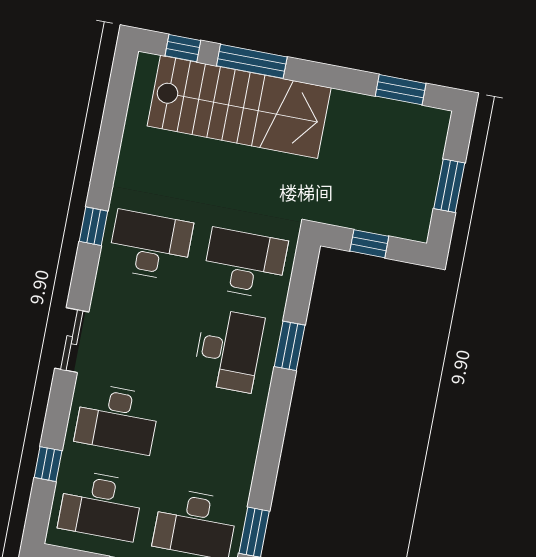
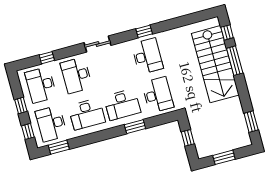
desk: (212, 437) -> (87, 114), added

